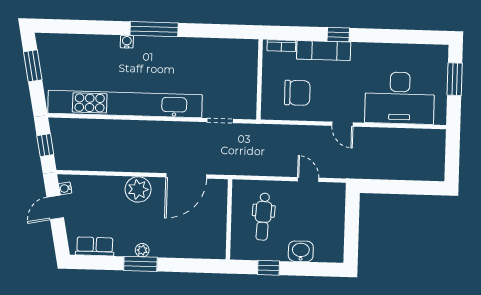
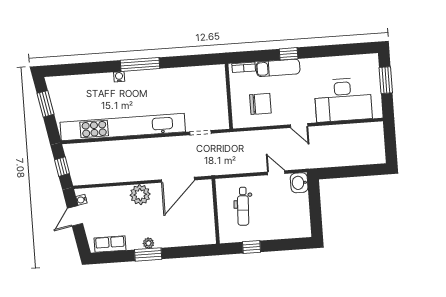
washbasin: (301, 251) -> (299, 183), moved, turned -90

